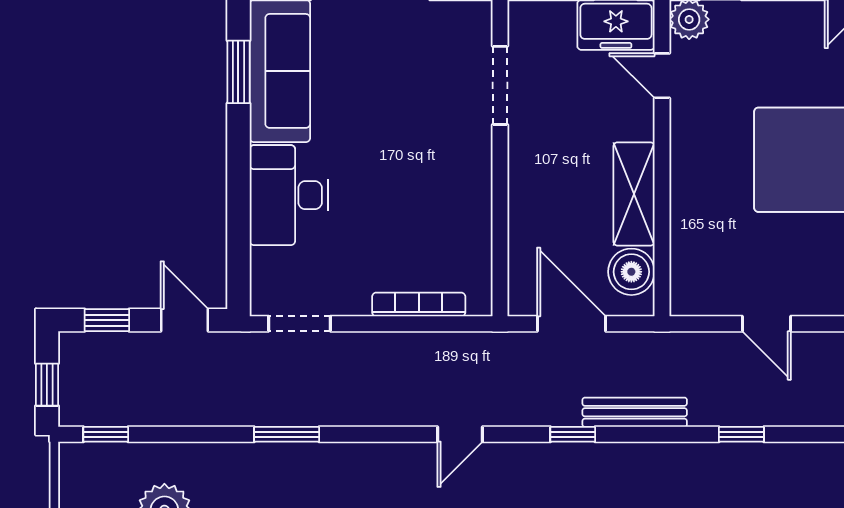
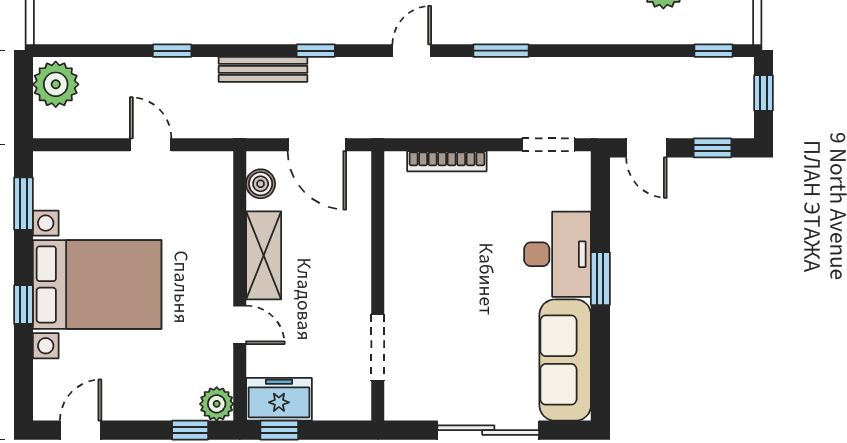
window: (238, 72) -> (600, 279), moved
door: (662, 76) -> (240, 325), moved
boiler: (631, 272) -> (261, 184), width x0.73, depth x0.73
window: (287, 434) -> (501, 51), moved

